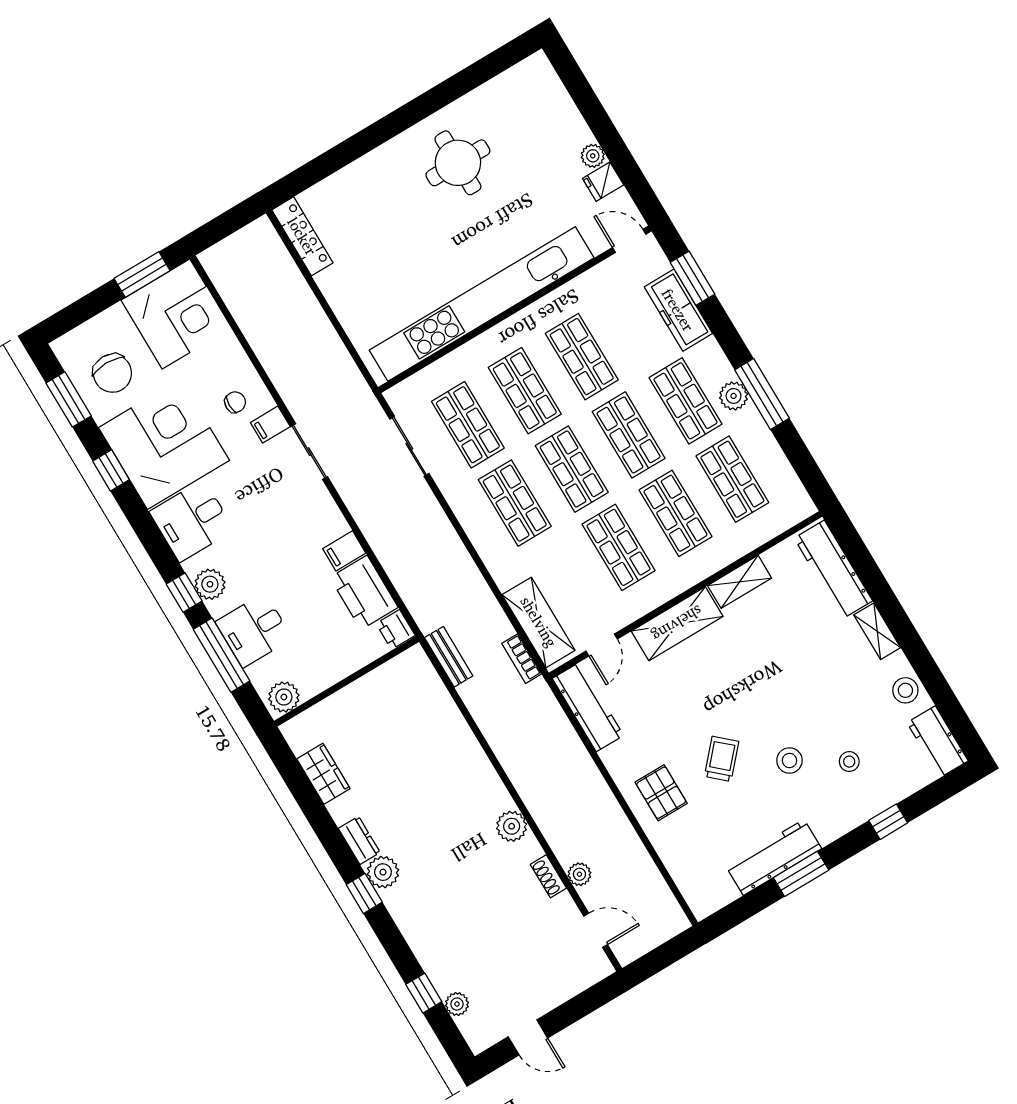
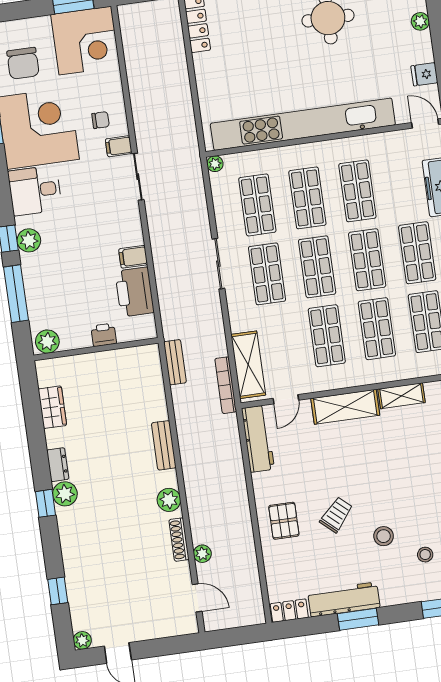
plant: (593, 156) -> (420, 21), moved
plant: (396, 397) -> (215, 164), added
sliding door: (409, 446) -> (218, 264), moved
printer: (396, 629) -> (104, 335), moved, turned 90
desk: (254, 630) -> (46, 286), removed
bookcase: (522, 659) -> (226, 385), width x1.56
bench: (478, 763) -> (164, 445), added
shoe rack: (548, 876) -> (179, 540), width x1.43
locker: (714, 899) -> (289, 611), added
plant: (457, 1004) -> (82, 640), moved

